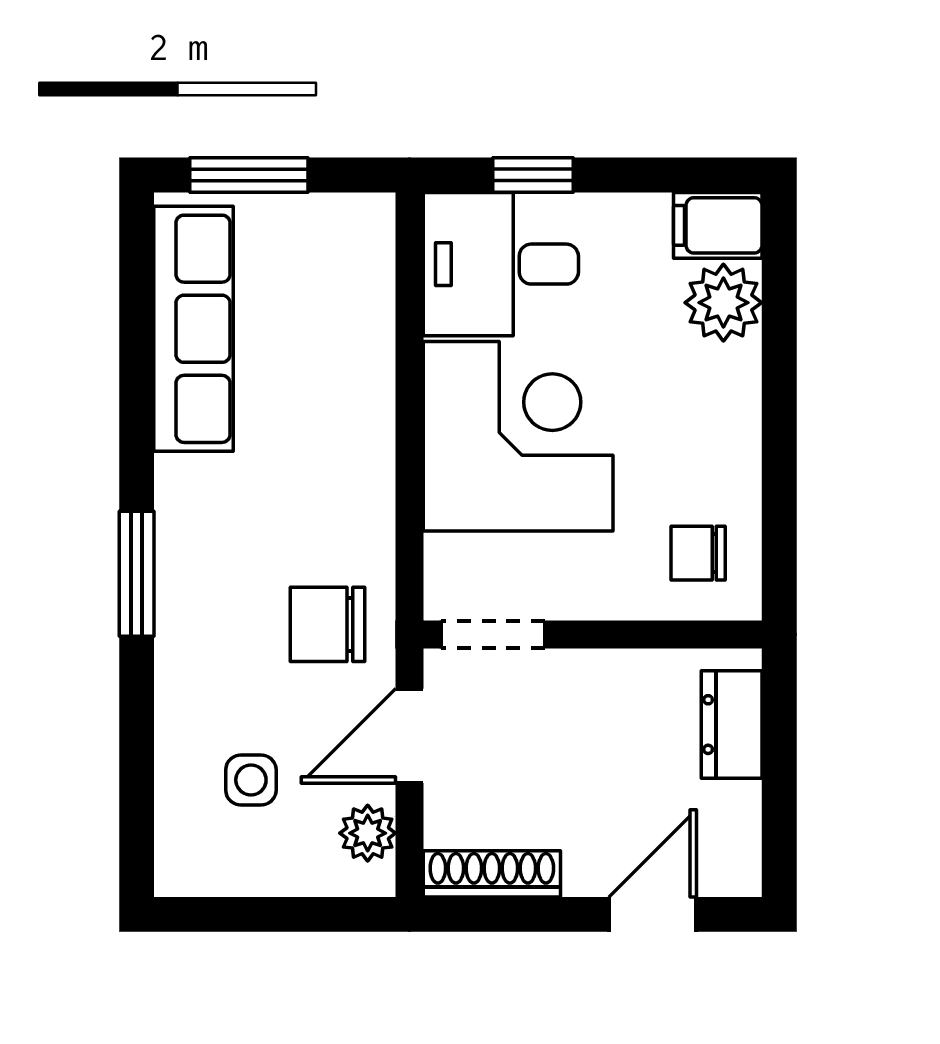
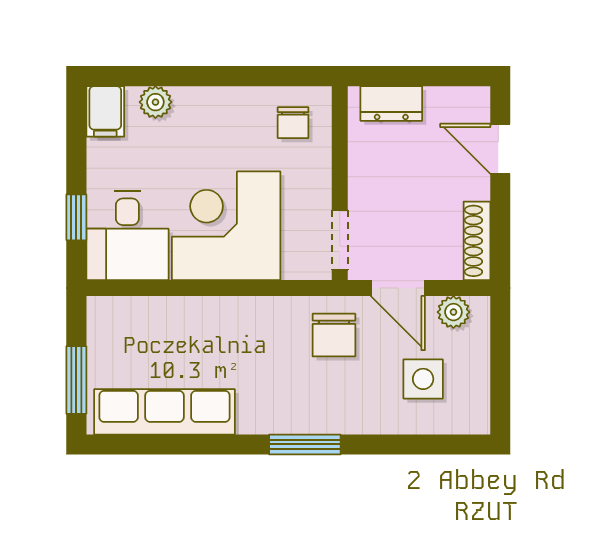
plant: (723, 303) -> (155, 102), width x0.73, depth x0.73
side table: (251, 780) -> (423, 379), width x1.37, depth x1.37

